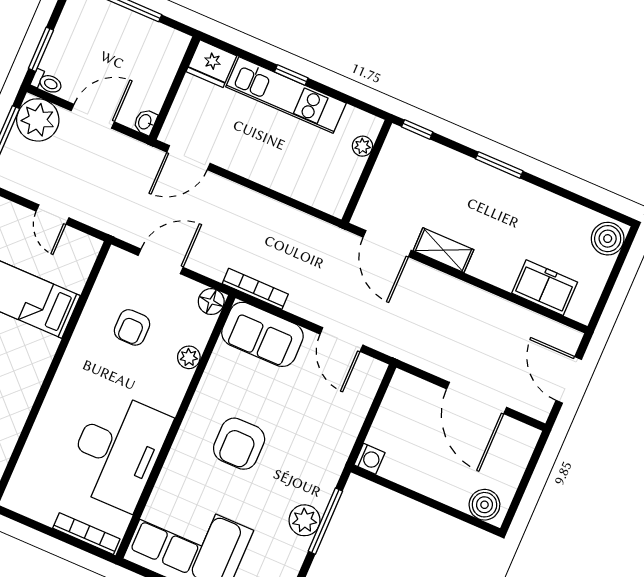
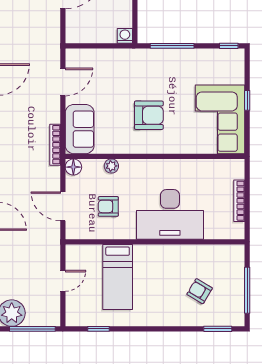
armchair: (132, 327) -> (108, 206), turned 180
desk: (118, 451) -> (170, 214), moved, turned 180
plant: (305, 520) -> (177, 58), removed
bookcase: (86, 534) -> (239, 201), moved

